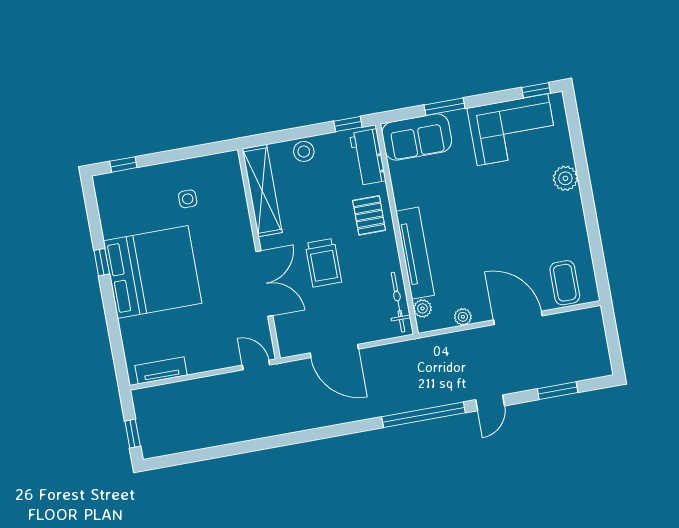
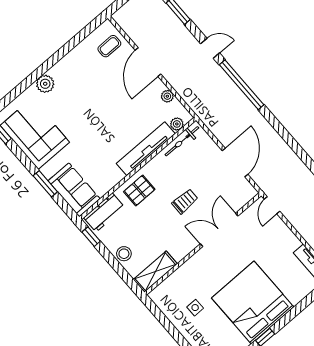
shelving: (262, 191) -> (155, 272), width x0.68
trolley: (323, 263) -> (185, 201), width x0.73, depth x0.72
coffee table: (565, 283) -> (109, 46), width x0.73, depth x0.77

